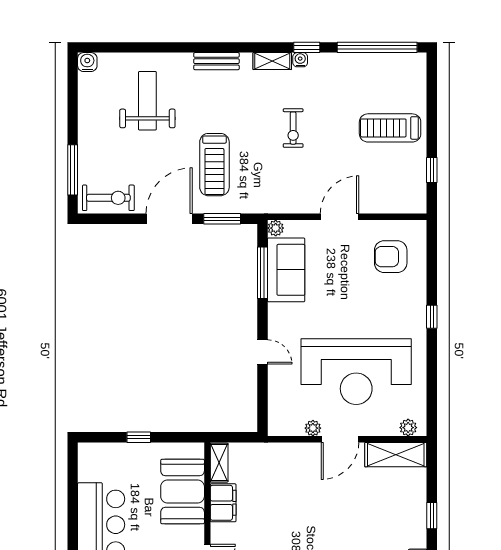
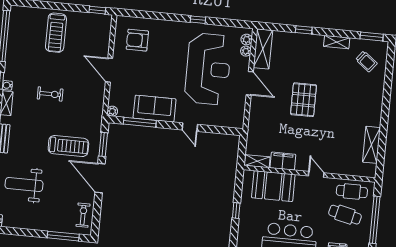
window: (432, 170) -> (97, 10), moved
exercise bike: (108, 198) -> (83, 215), width x0.73, depth x0.72
armchair: (391, 257) -> (137, 40), turned 90
sofa: (286, 270) -> (155, 109), moved
window: (432, 317) -> (198, 20), moved
door: (262, 352) -> (190, 127), swing flipped
plant: (313, 428) -> (246, 51), moved
pallet: (322, 526) -> (304, 100), added

